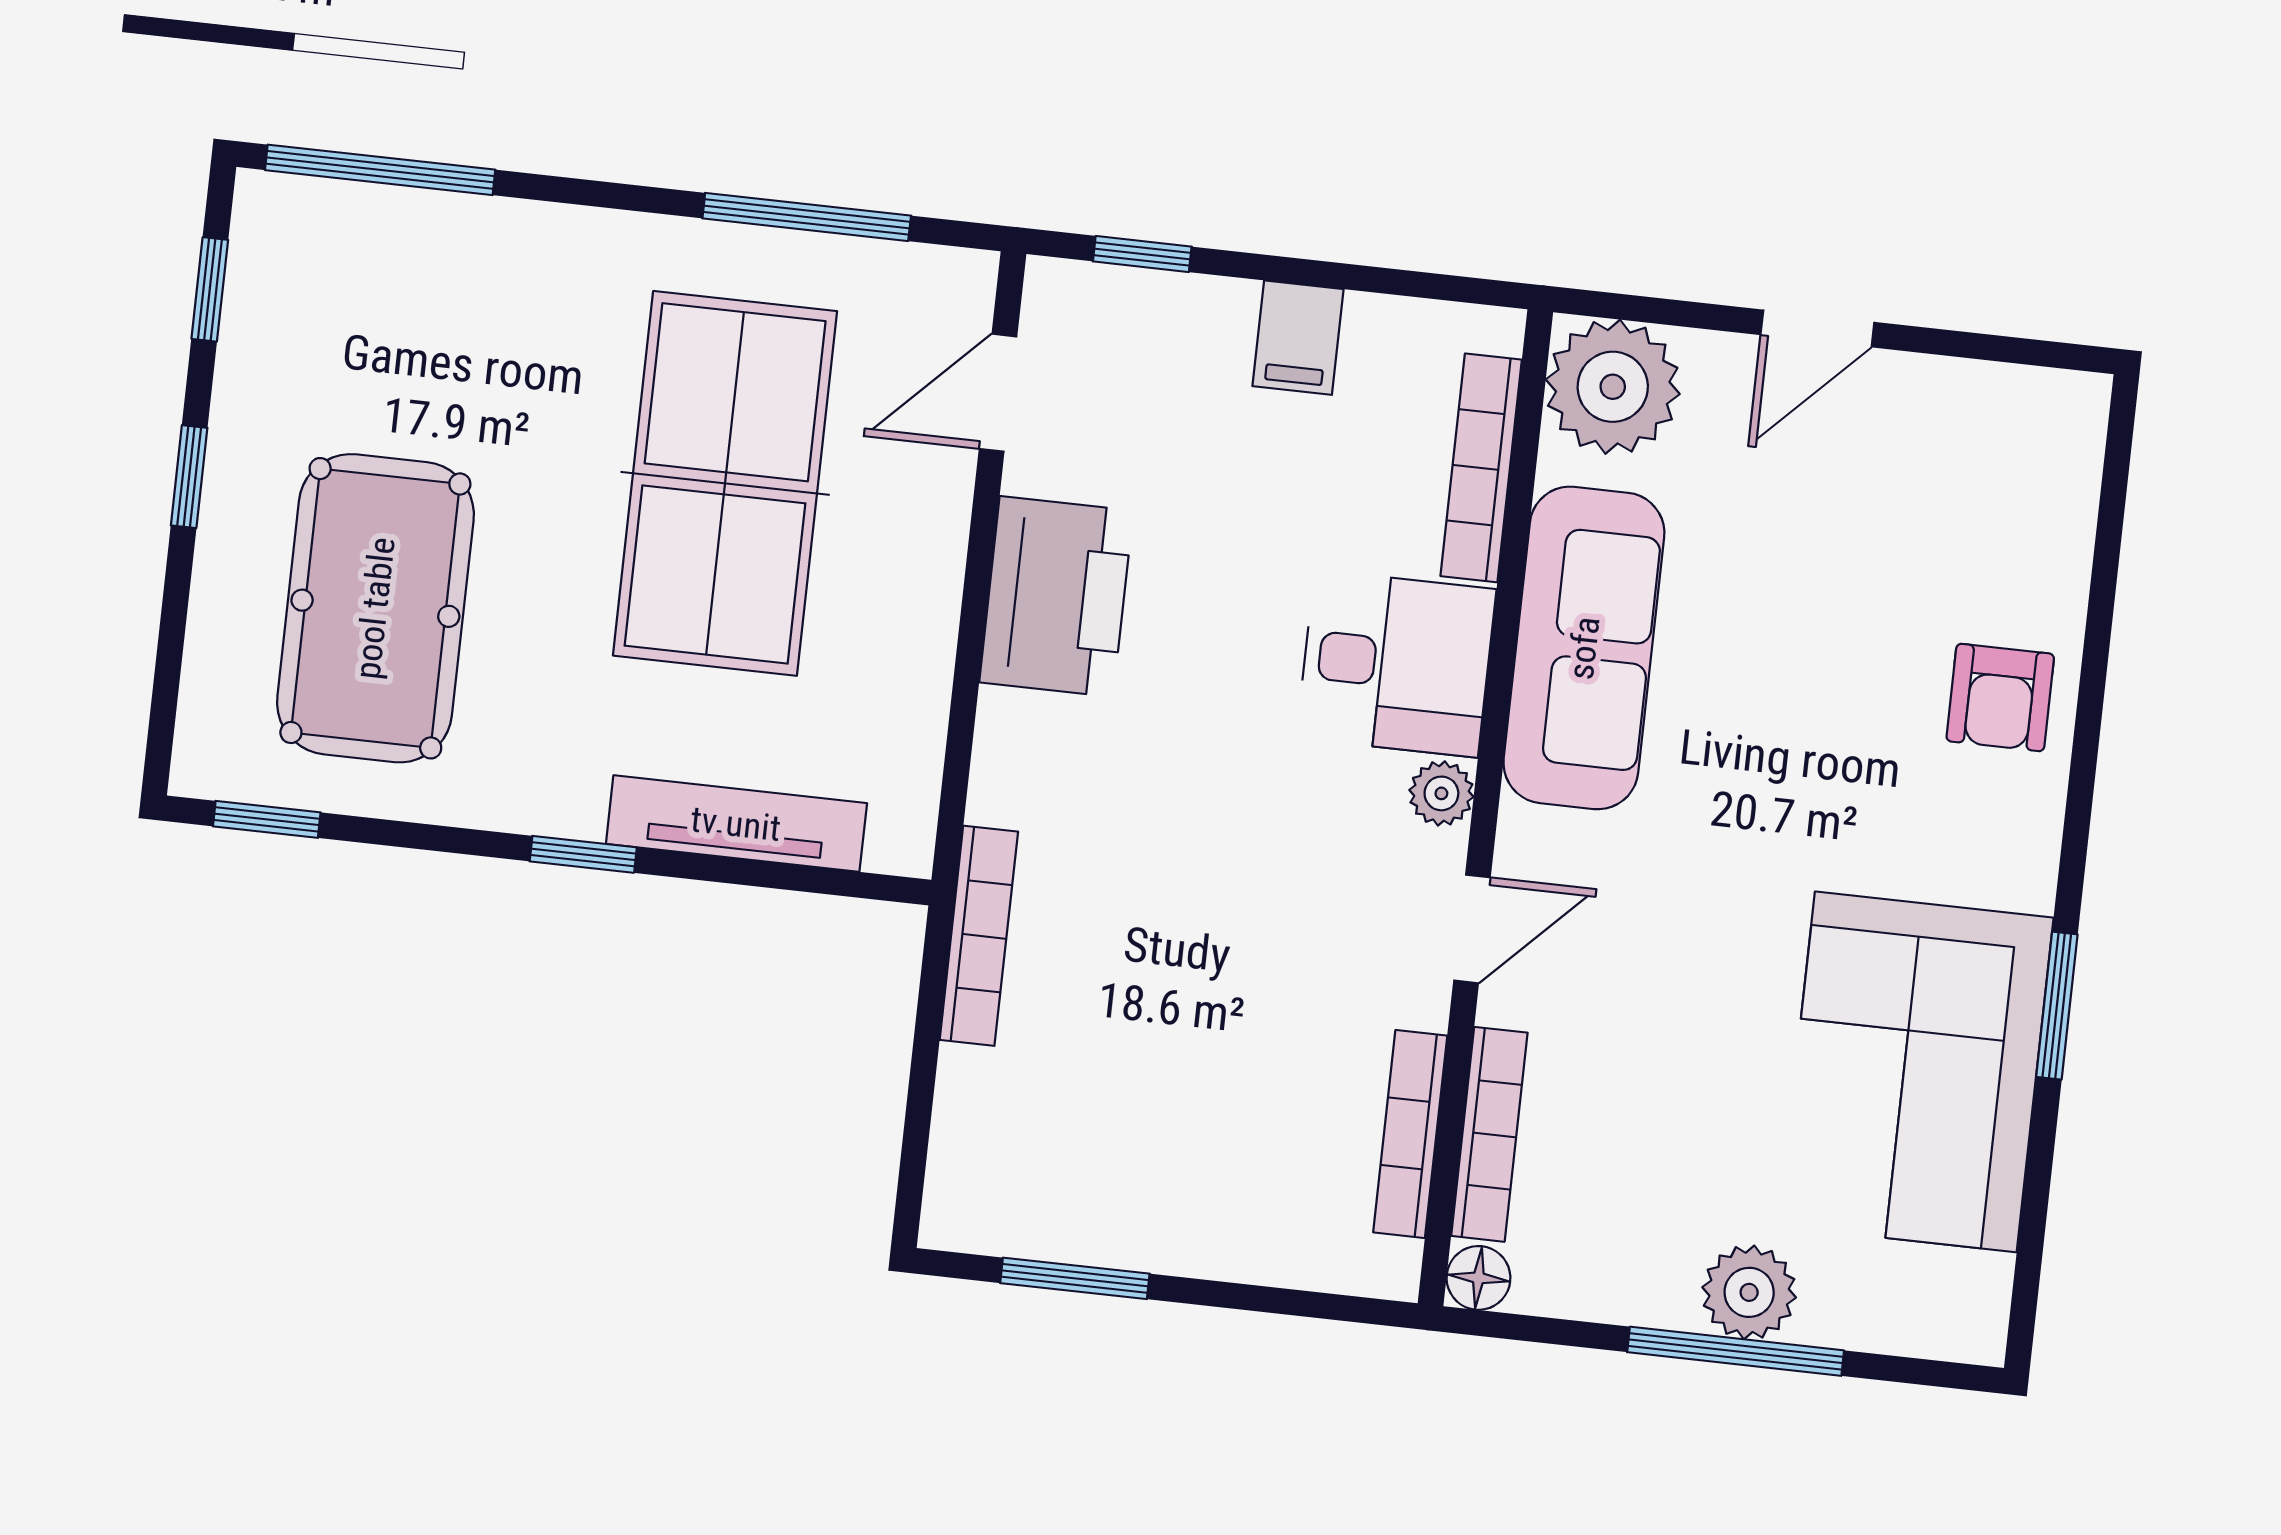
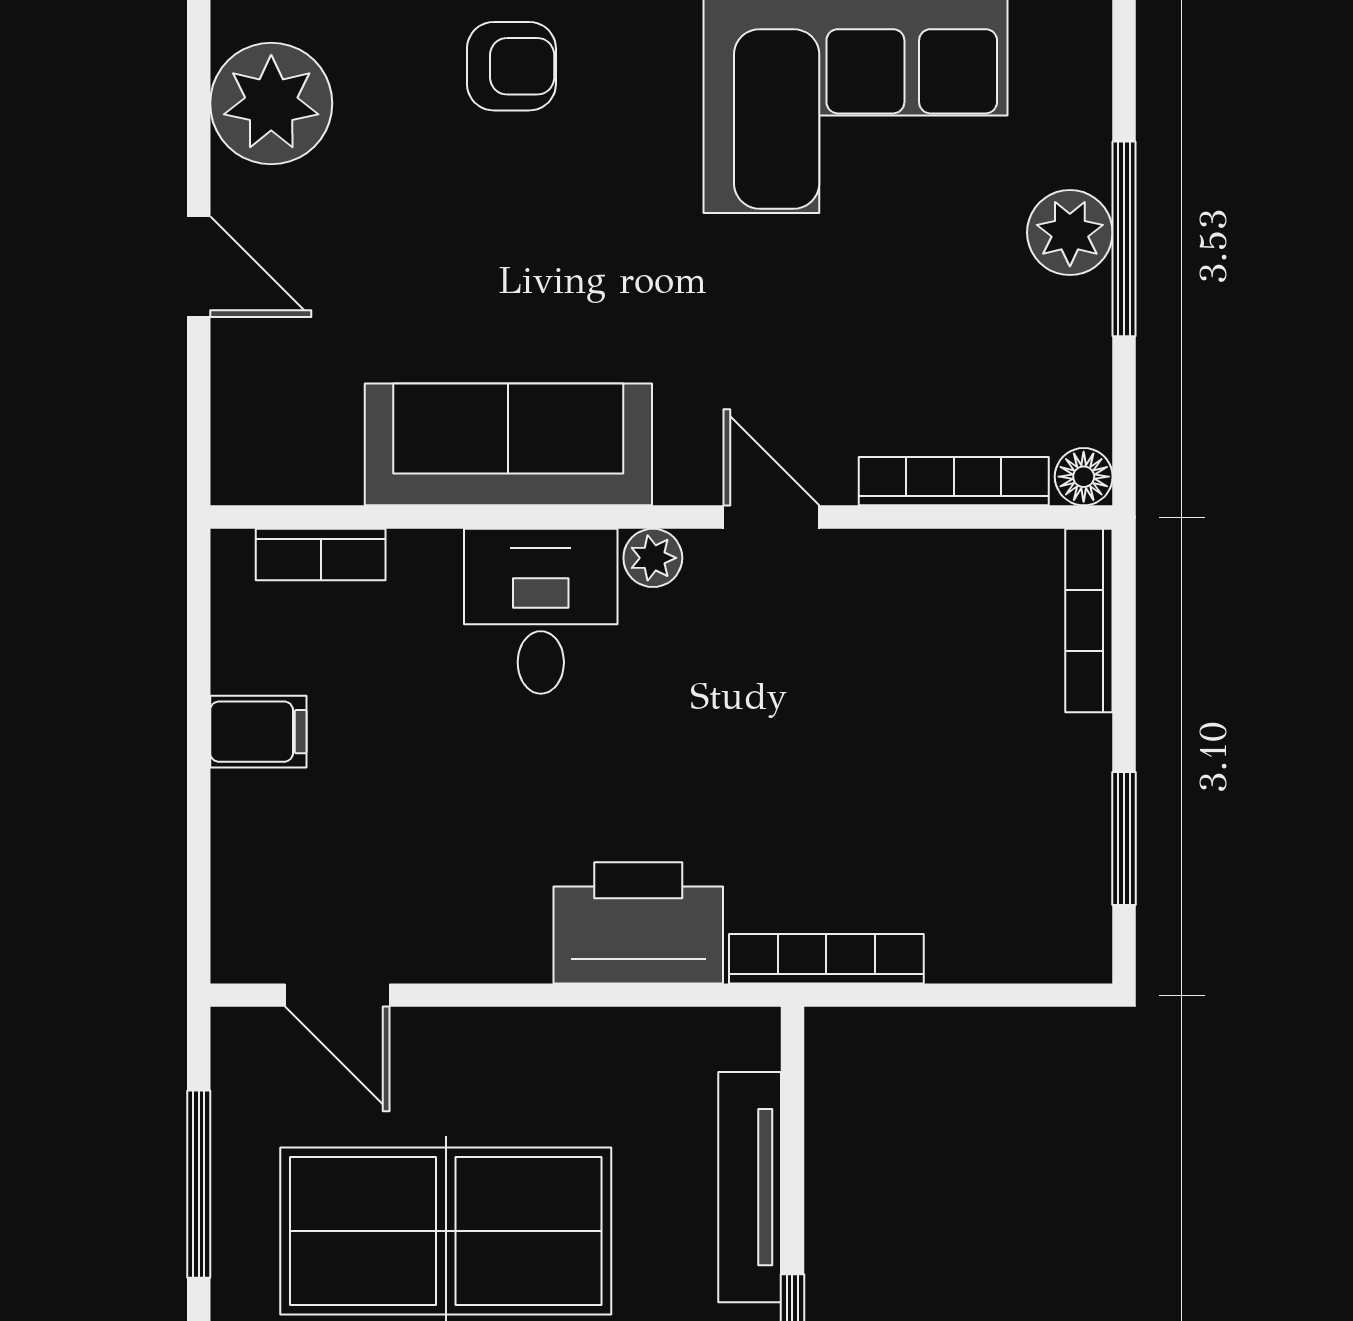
window: (1142, 254) -> (199, 880), removed
plant: (1613, 387) -> (271, 103), moved
bookcase: (1481, 468) -> (321, 554), width x0.64
printer: (1056, 596) -> (638, 923), moved
bookcase: (1410, 1134) -> (1089, 620), moved, turned 90

